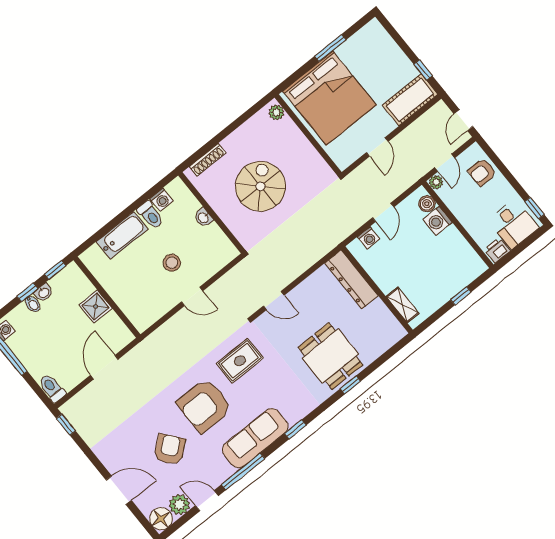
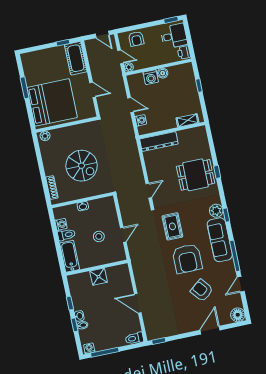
spiral stairs: (260, 186) -> (82, 166), turned 180
boiler: (427, 204) -> (163, 73), moved
wall: (107, 297) -> (97, 268), moved
shower: (96, 306) -> (99, 277), moved
plant: (179, 505) -> (216, 211), moved

